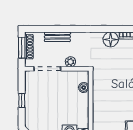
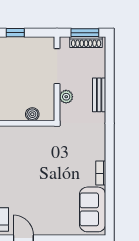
bench: (57, 37) -> (99, 95), moved
floor lamp: (111, 39) -> (96, 150), removed

